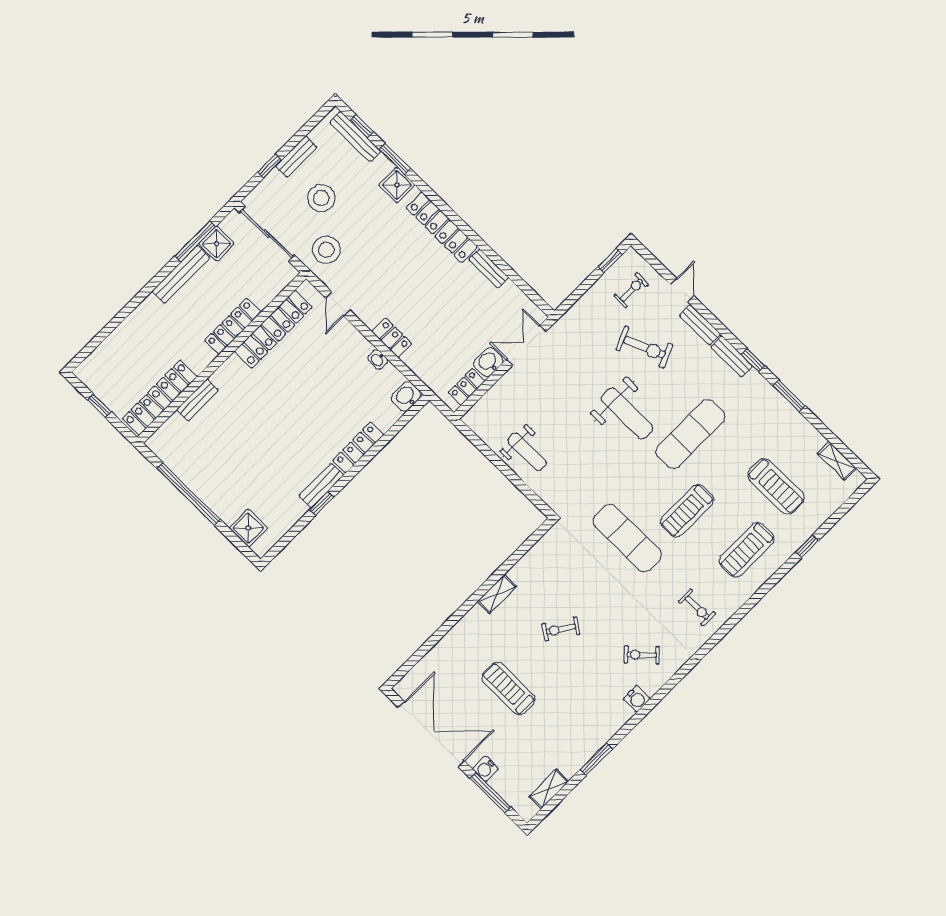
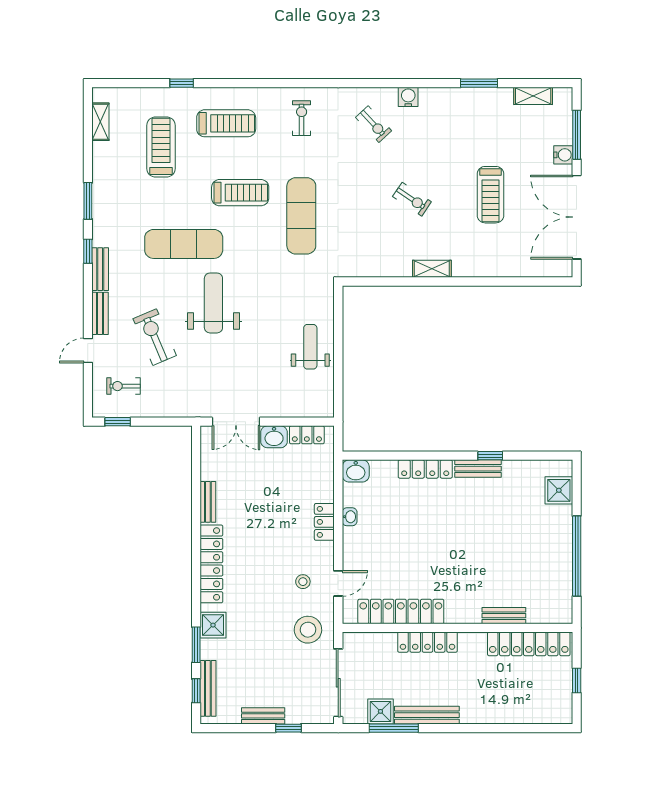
stool: (321, 198) -> (303, 582), moved, width x0.53, depth x0.53

